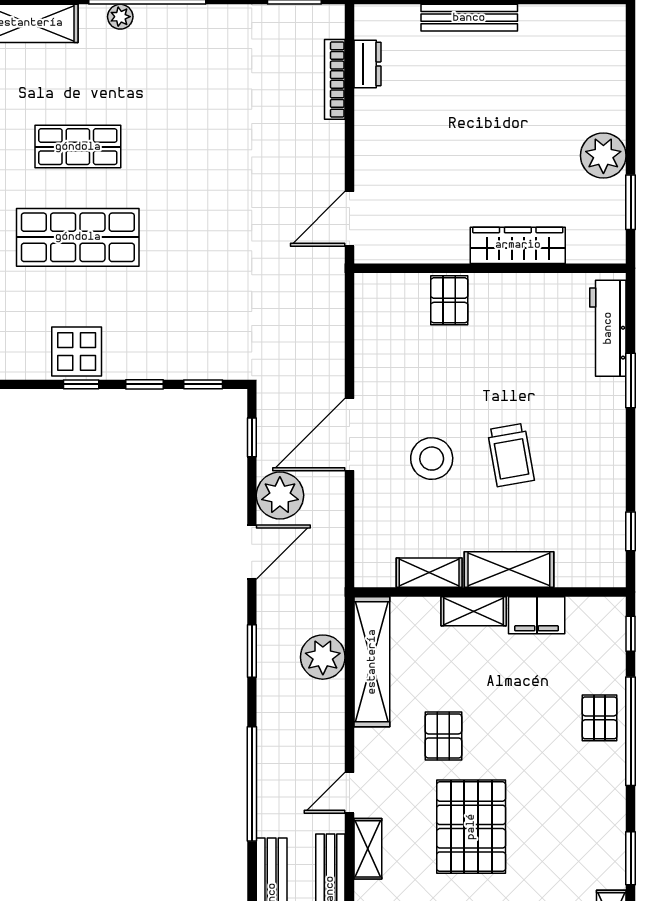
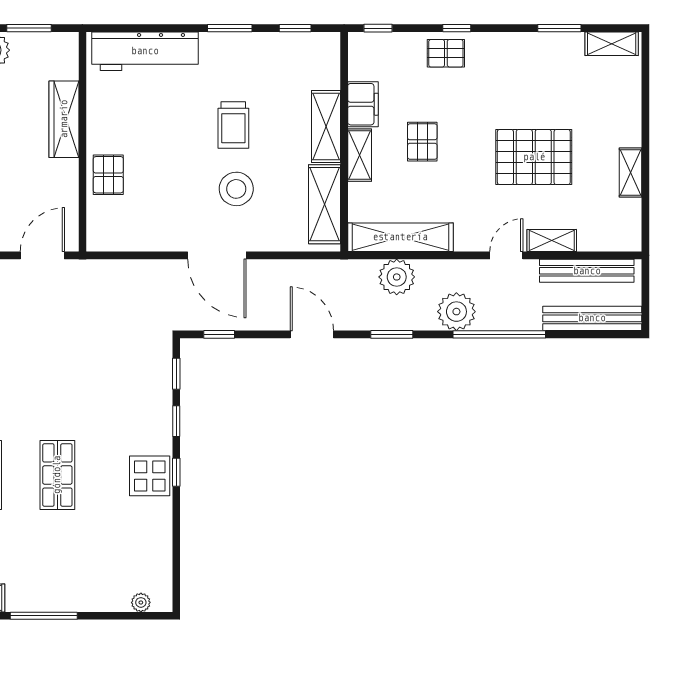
door: (350, 219) -> (42, 255), swing flipped
shop shelf: (78, 237) -> (57, 475), width x0.70, depth x0.74
pallet: (449, 300) -> (108, 175), turned 90
workbench: (608, 328) -> (145, 51), width x1.36, depth x1.32
window: (631, 380) -> (230, 28), moved
trolley: (511, 455) -> (233, 125), turned 100
plant: (280, 495) -> (456, 312), moved
shelving: (429, 573) -> (325, 204), width x1.50, depth x1.33
window: (631, 731) -> (457, 28), width x0.32
pallet: (443, 736) -> (422, 142), moved, turned 90
door: (350, 793) -> (506, 255), swing flipped

